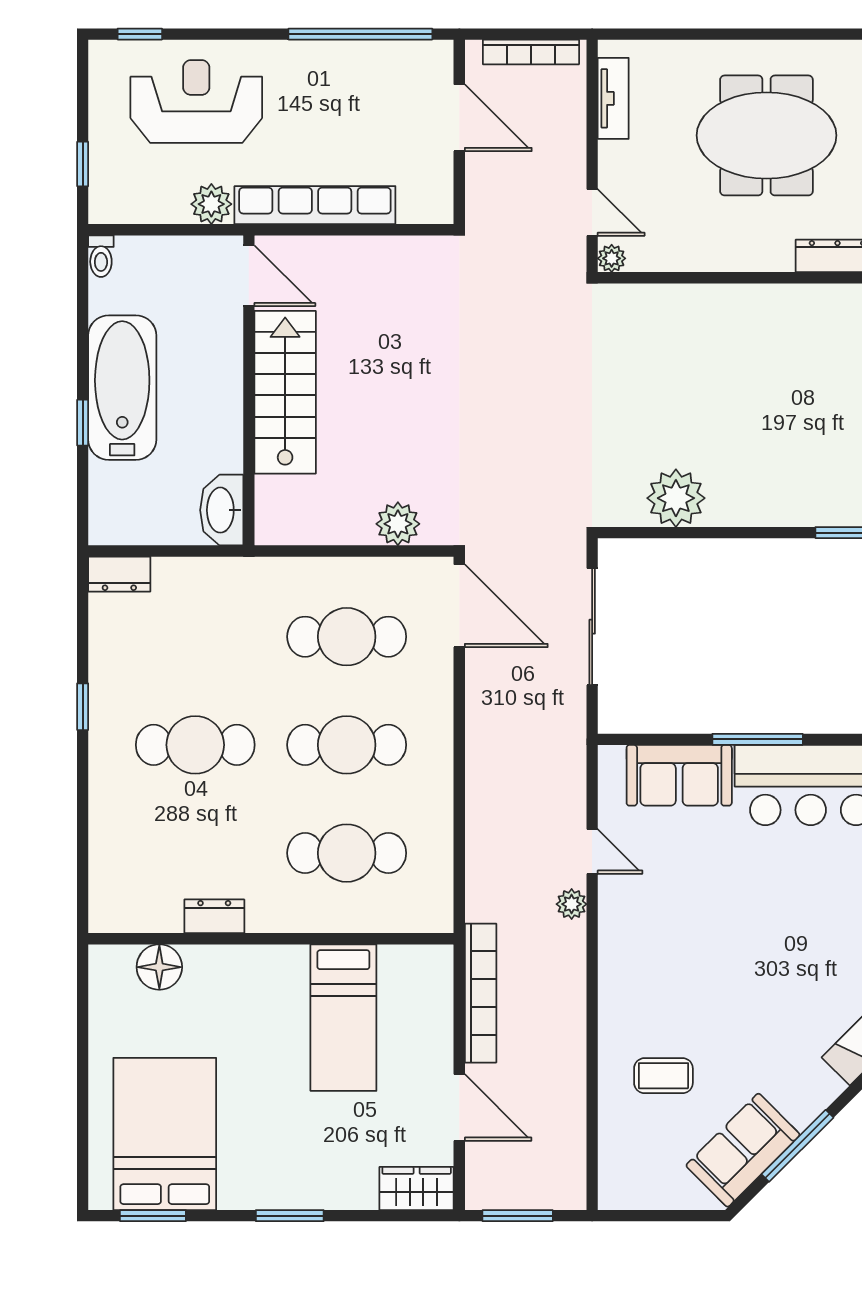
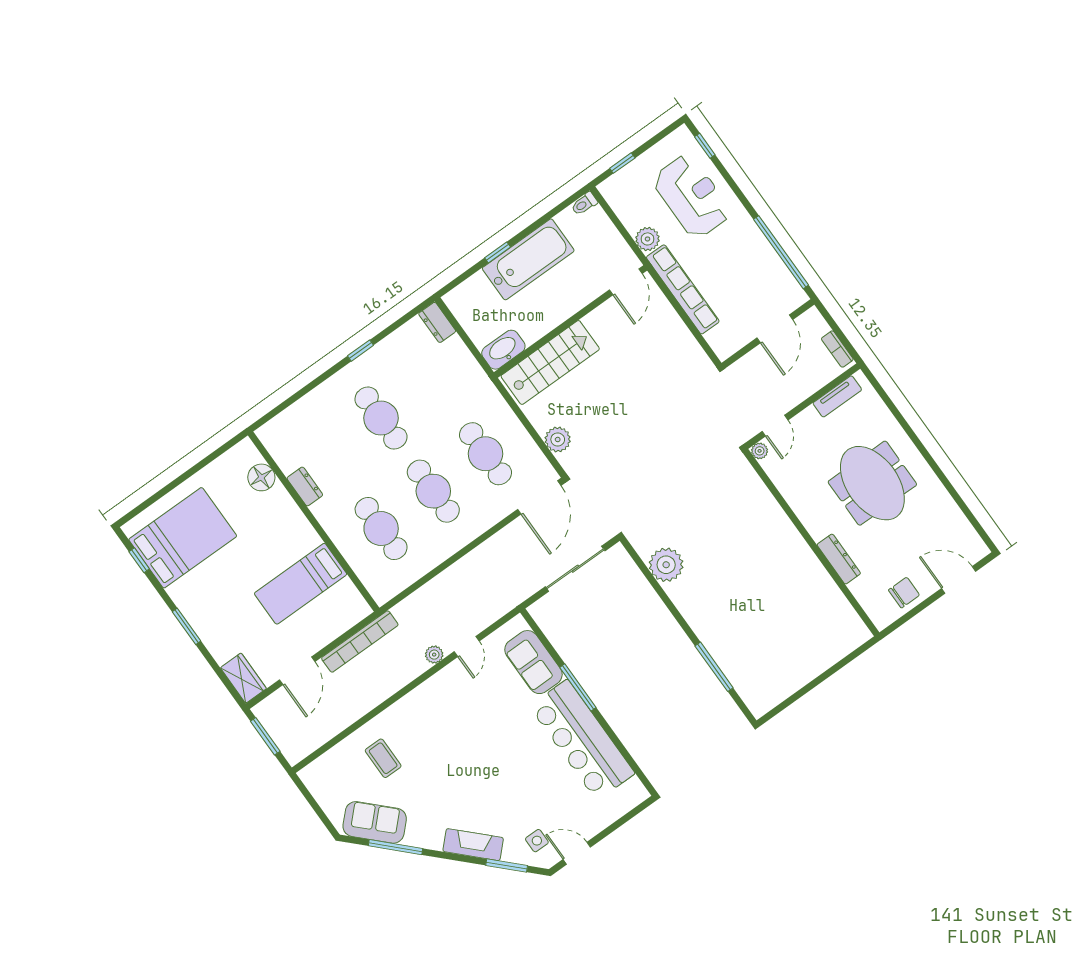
bookcase: (531, 52) -> (837, 349), width x0.64
stairs: (285, 392) -> (550, 362), moved
window: (153, 1216) -> (139, 560), width x0.67

